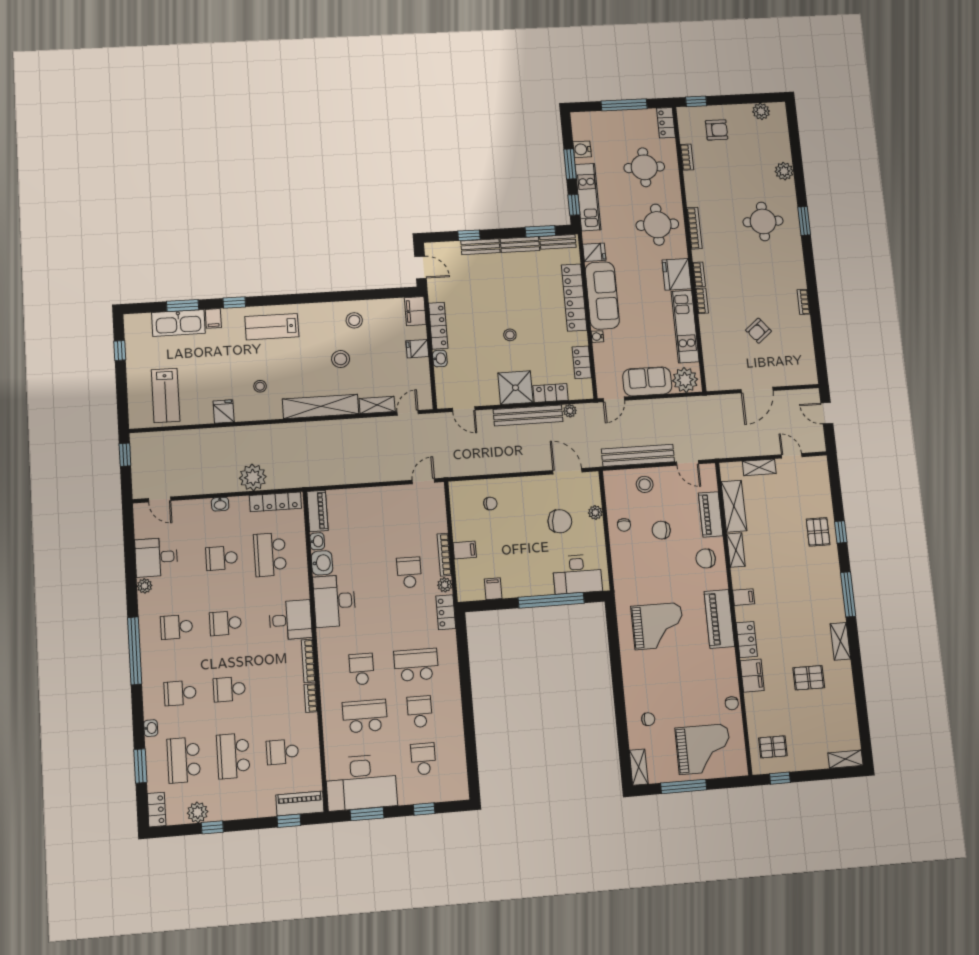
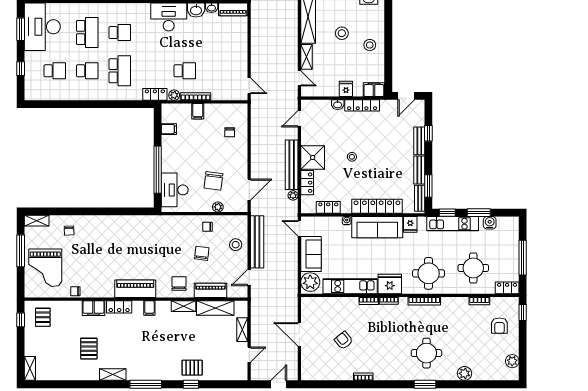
grand piano: (658, 626) -> (134, 244), removed

